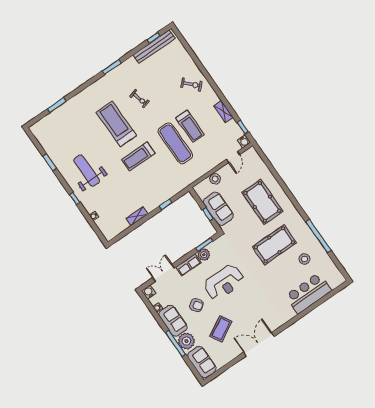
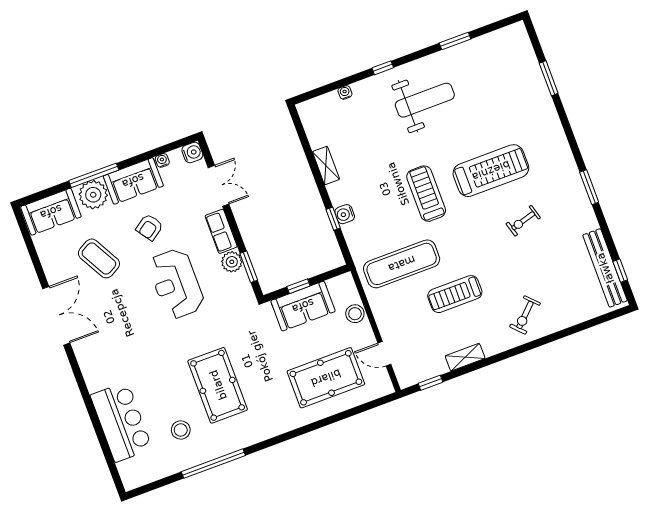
water cooler: (244, 141) -> (345, 214), moved
exercise mat: (175, 143) -> (402, 264), moved
pool table: (262, 202) -> (326, 378), moved

